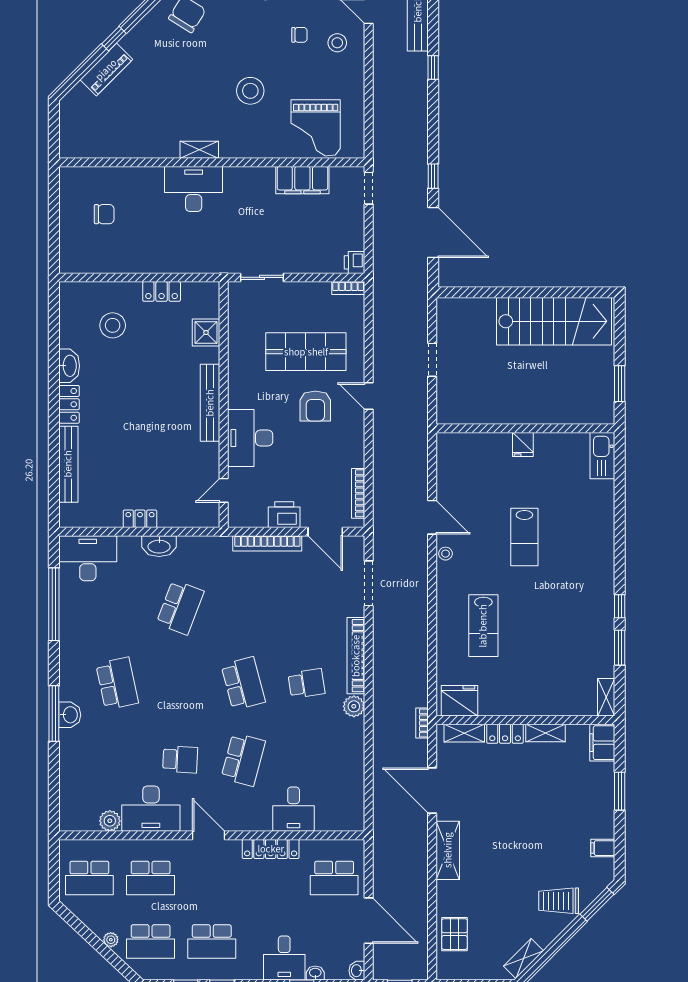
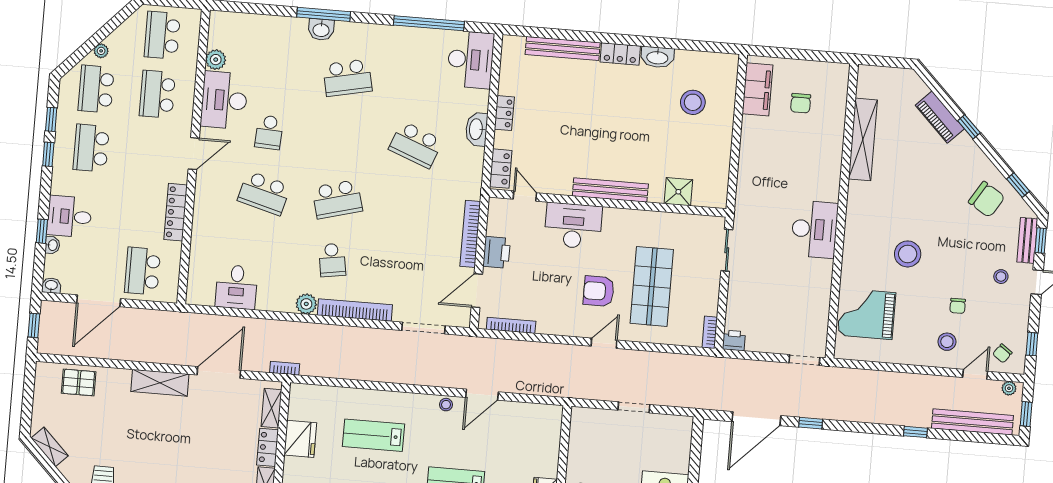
shelving: (199, 150) -> (863, 139), moved, width x2.20, depth x1.33
filing cabinet: (302, 180) -> (758, 89), moved, turned 180
desk: (194, 189) -> (814, 229), moved
locker: (162, 291) -> (501, 169), moved, turned 180
fridge: (459, 701) -> (300, 439), moved
desk: (294, 809) -> (236, 287), moved, turned -90

